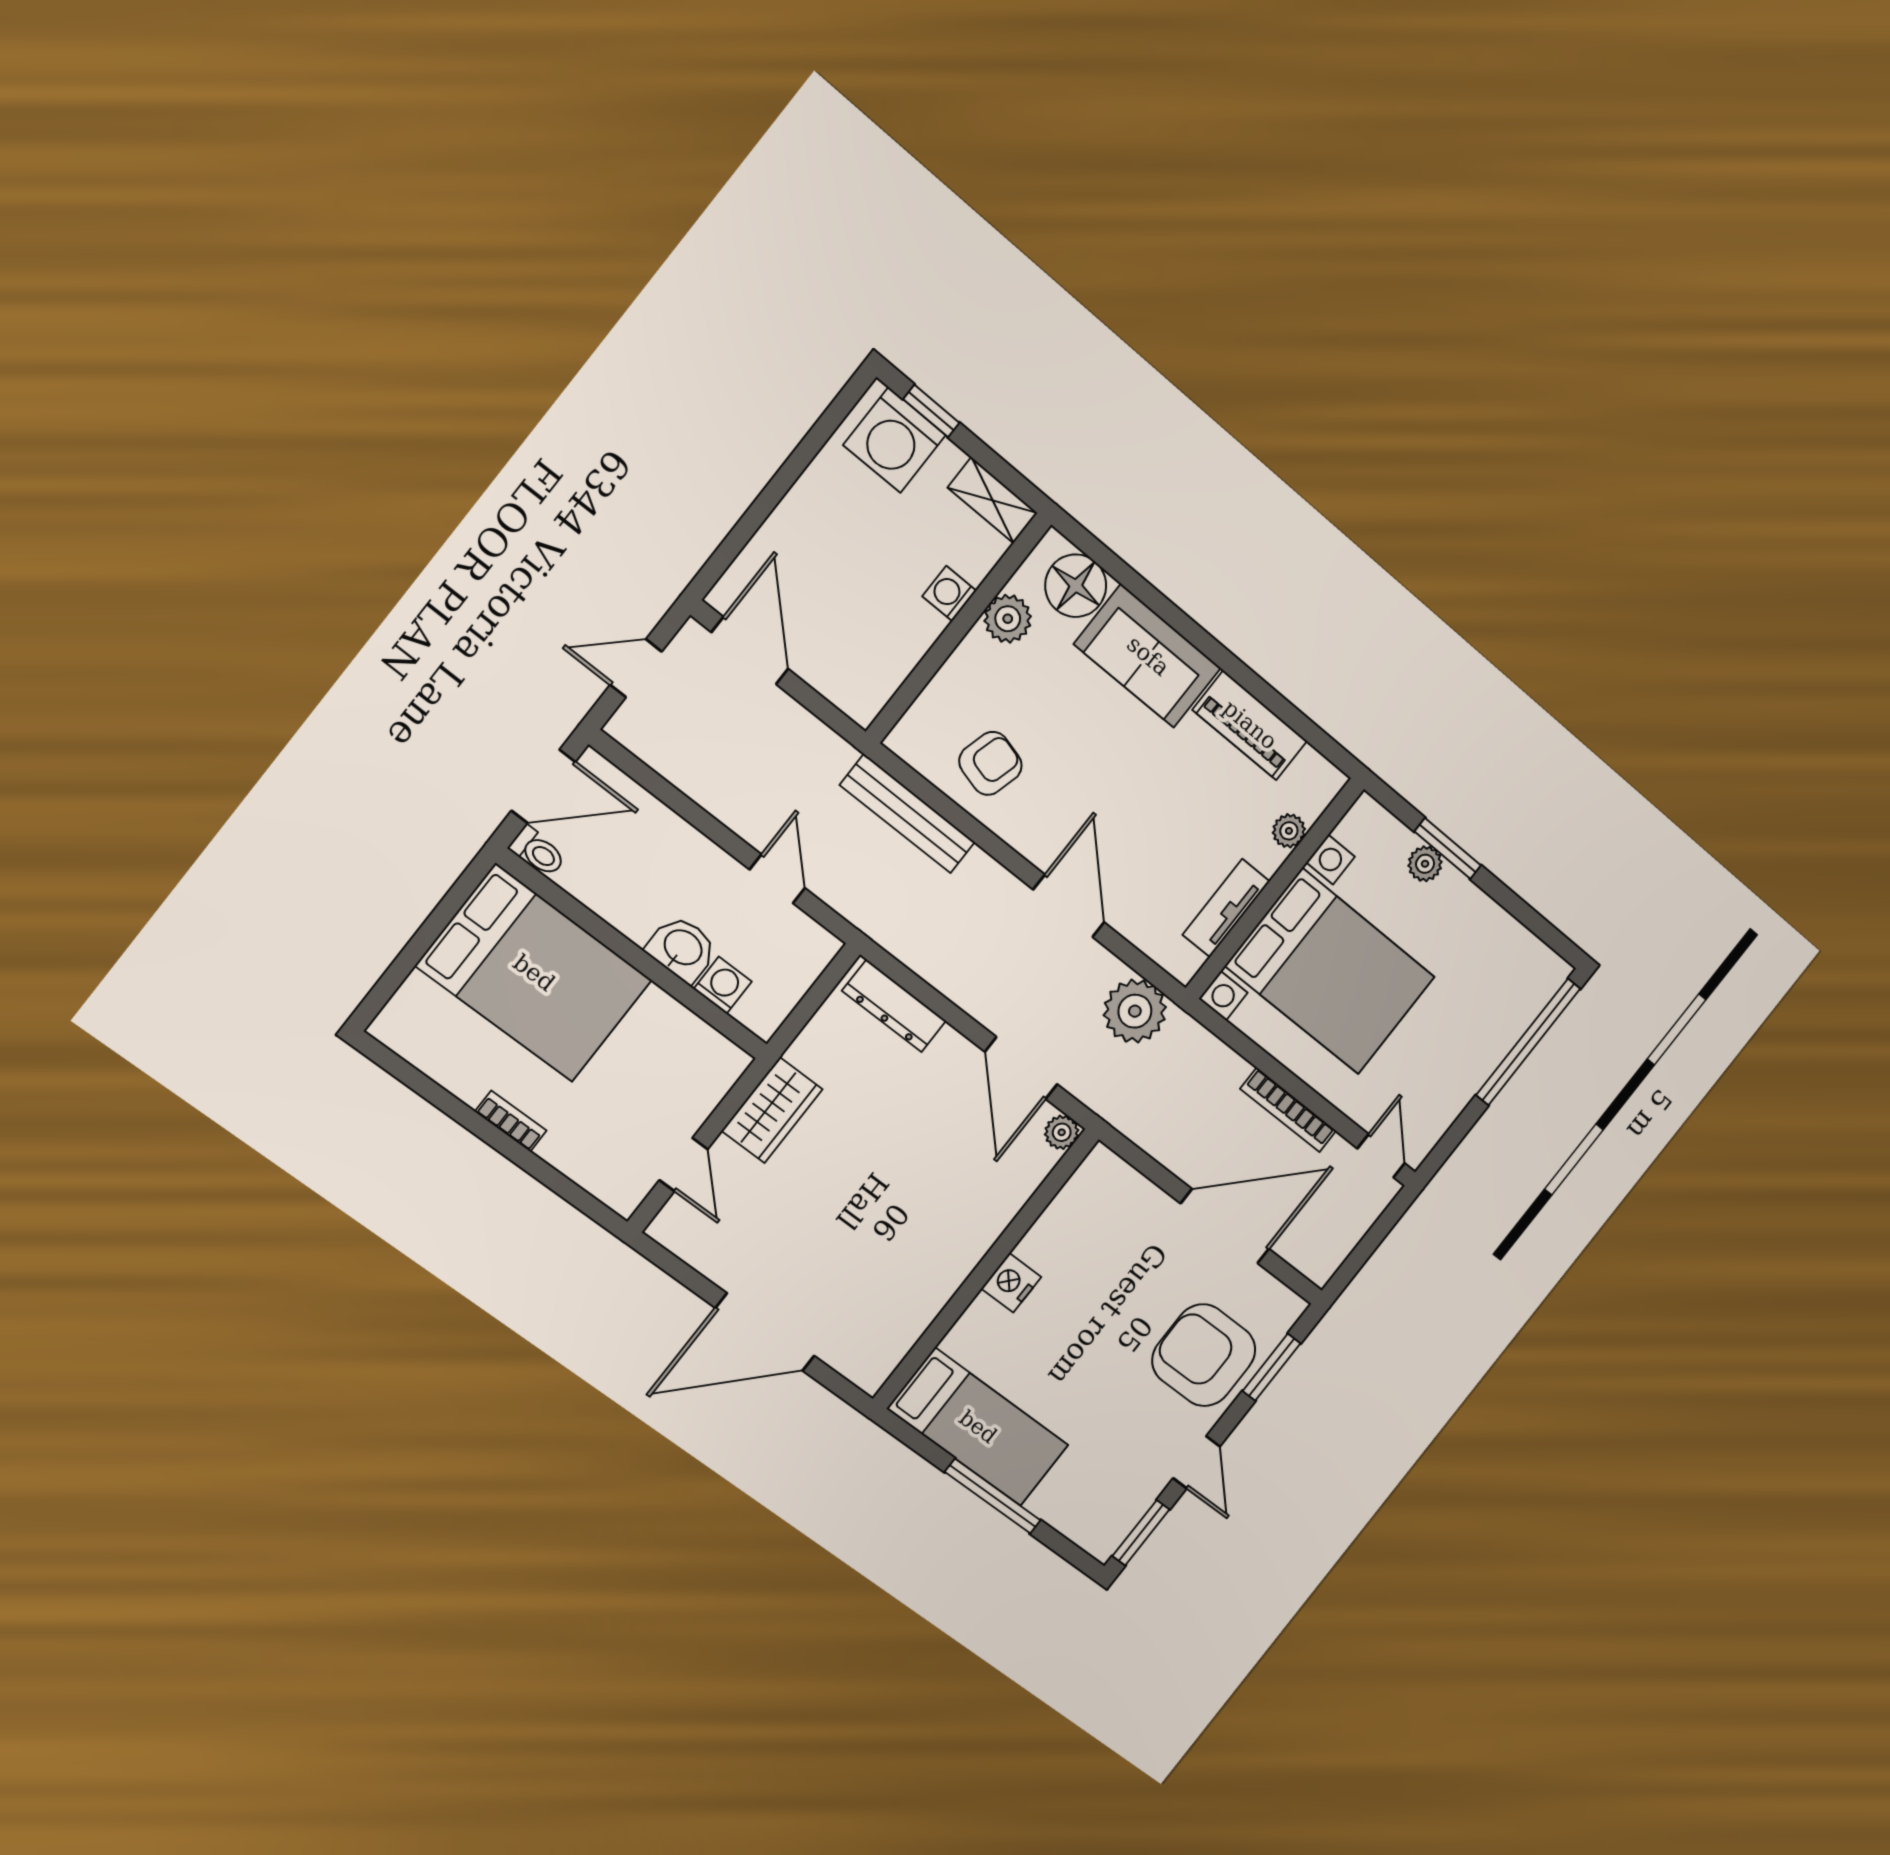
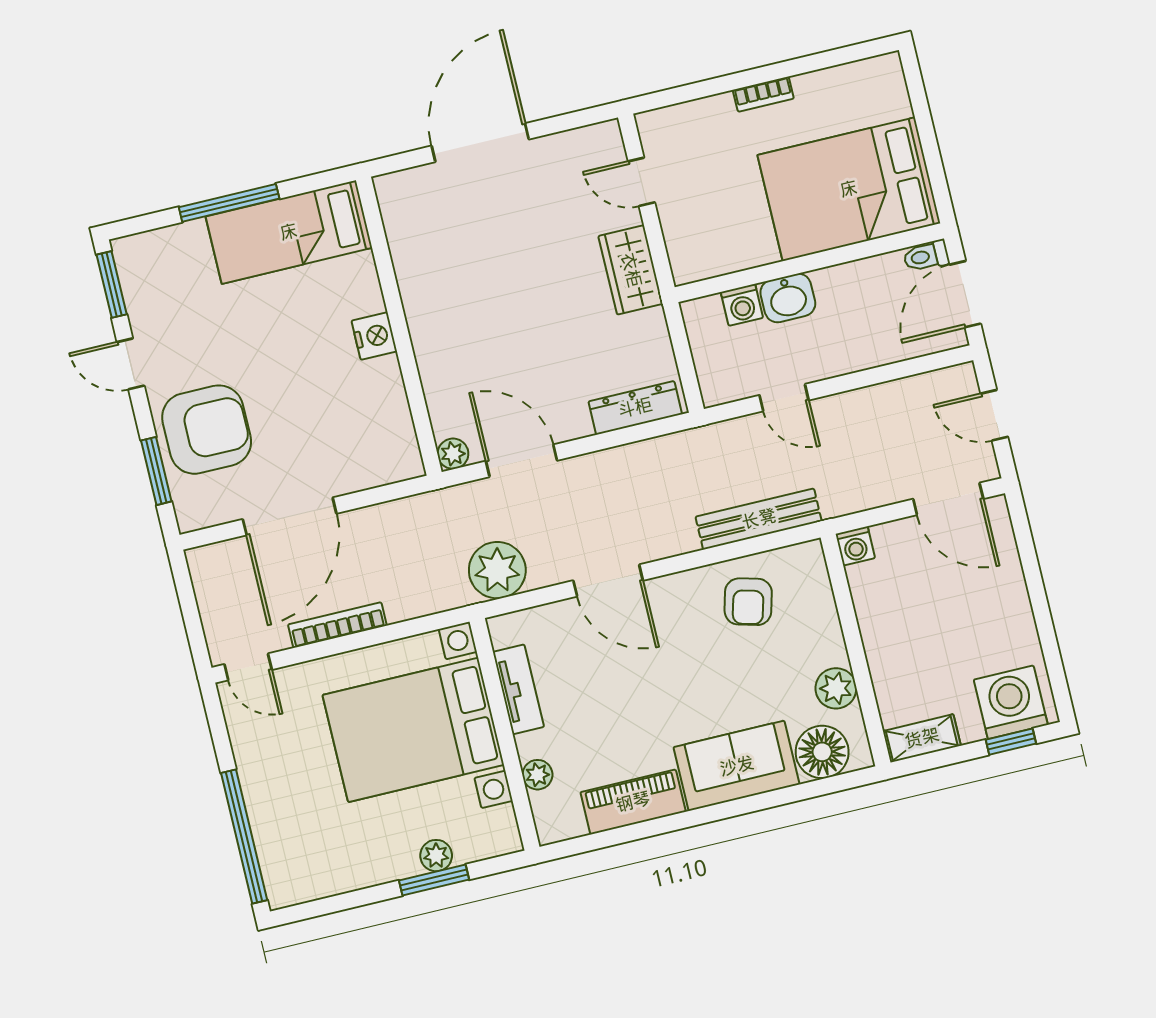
washing machine: (949, 594) -> (855, 546), moved, turned 90
door: (636, 668) -> (994, 415), swing flipped

